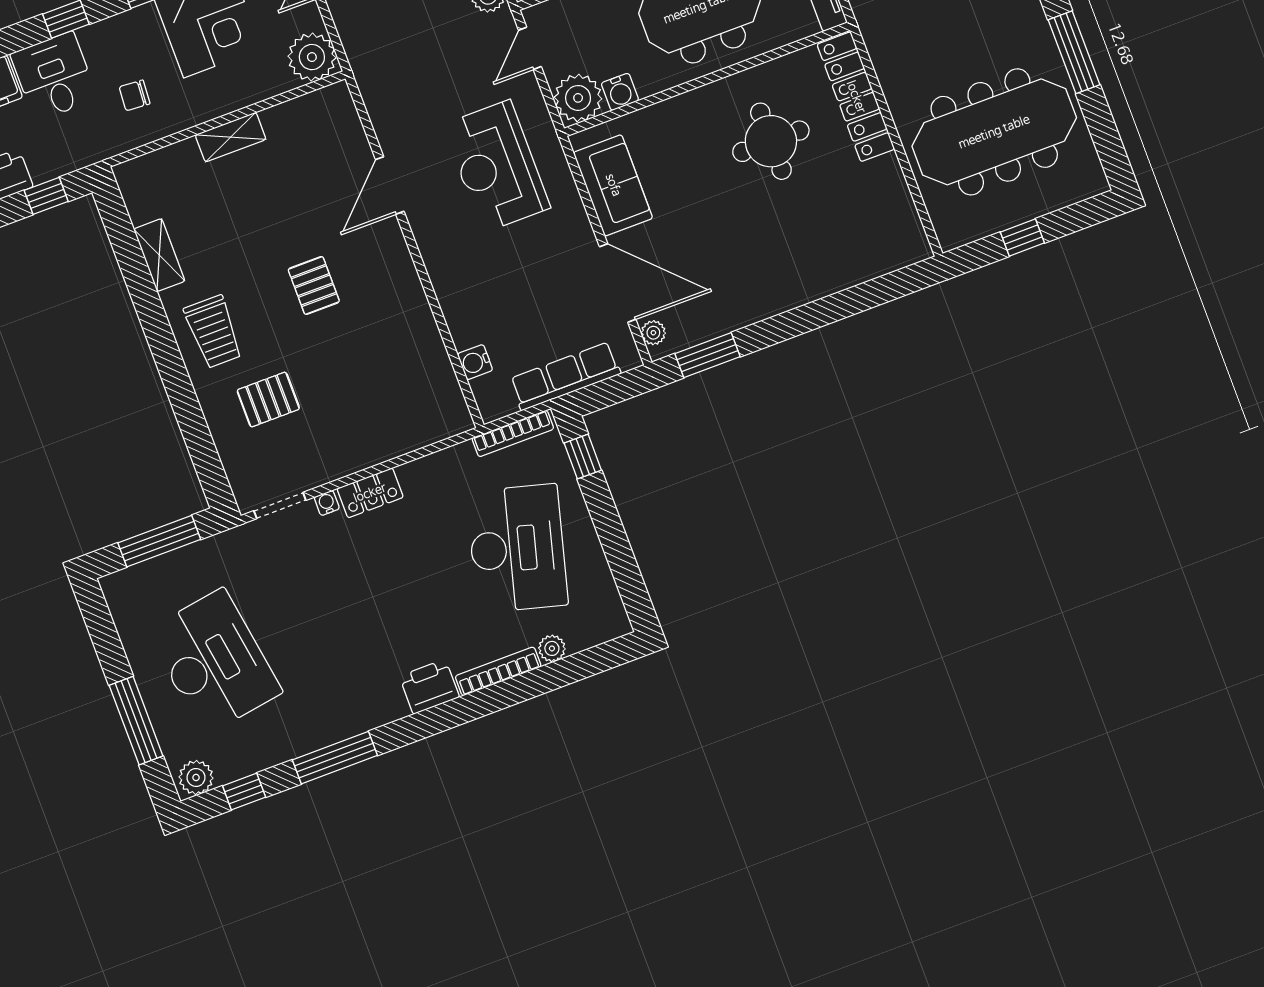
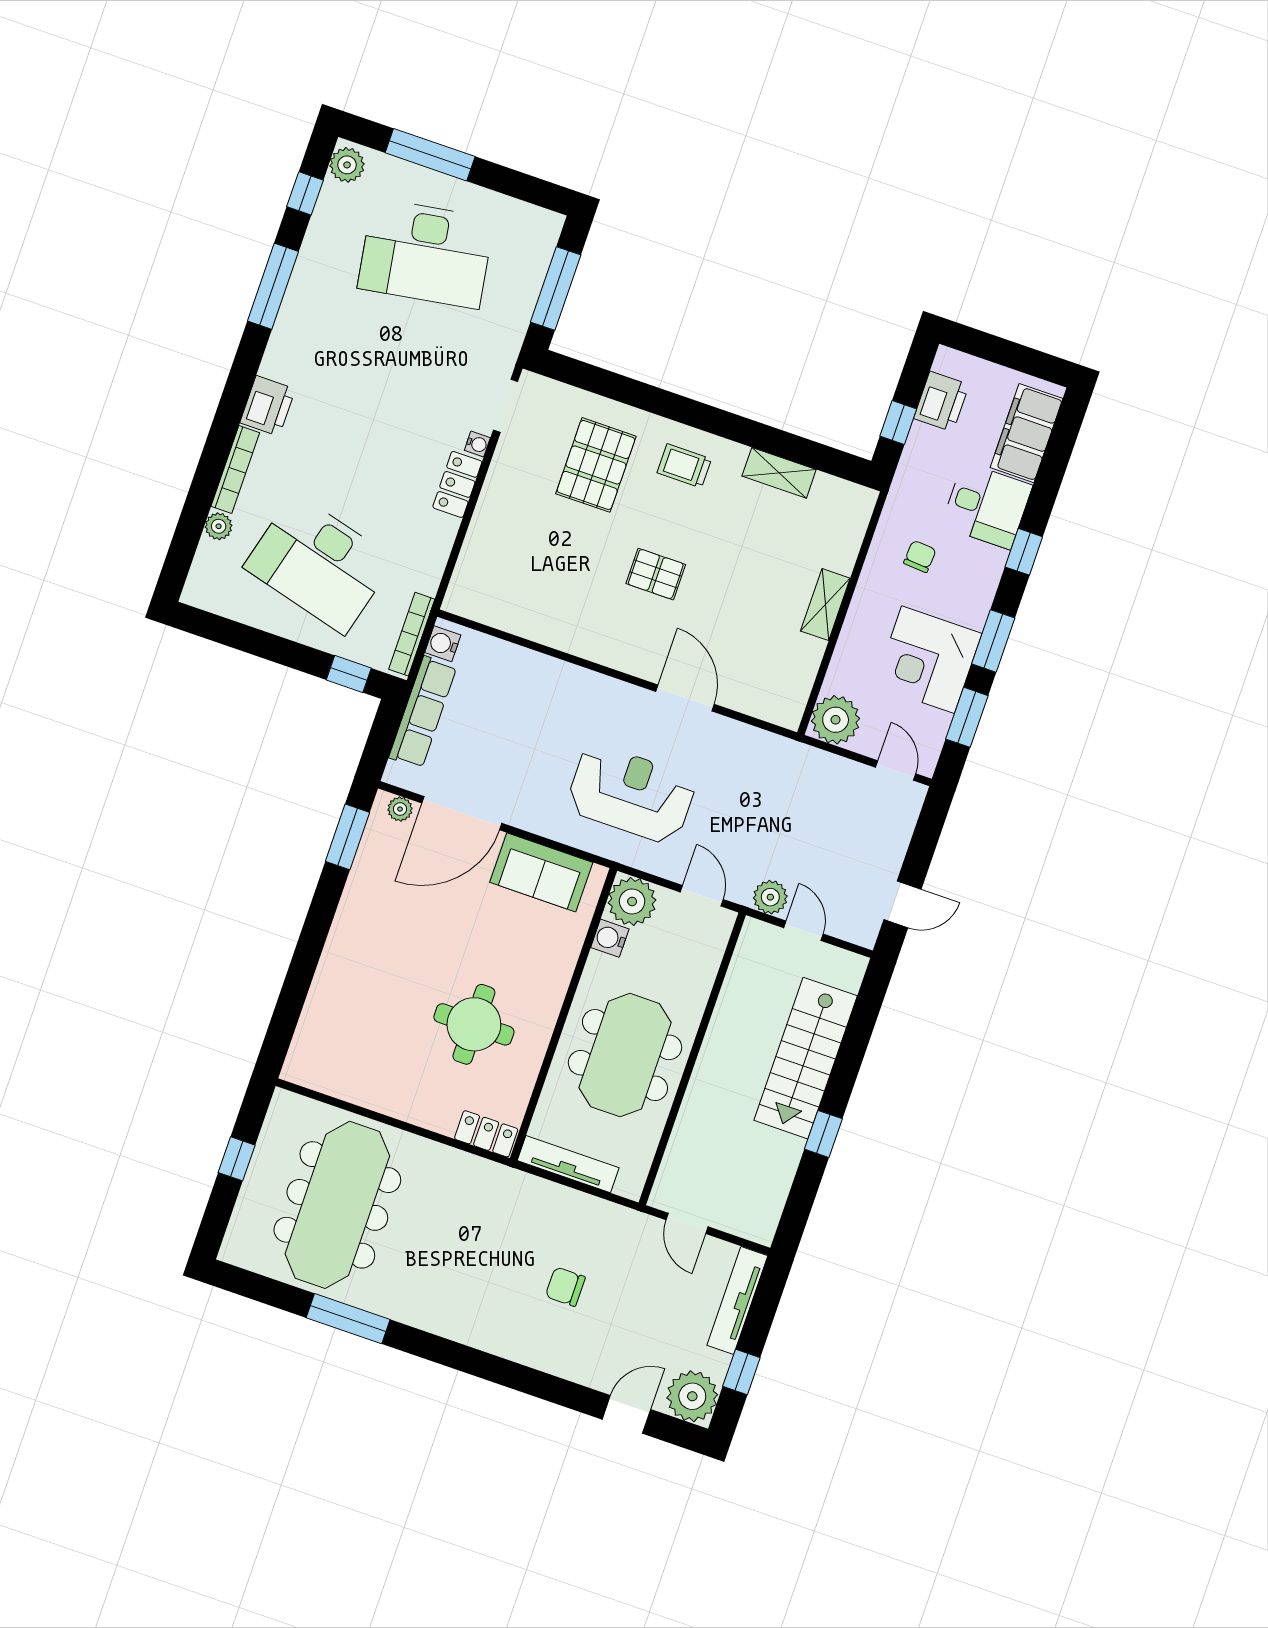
locker: (856, 97) -> (486, 1134), width x0.46, depth x0.83
trolley: (213, 332) -> (684, 466), width x0.73, depth x0.72
water cooler: (475, 362) -> (443, 644), moved, turned -90
pallet: (268, 399) -> (596, 465), width x1.50, depth x1.42

